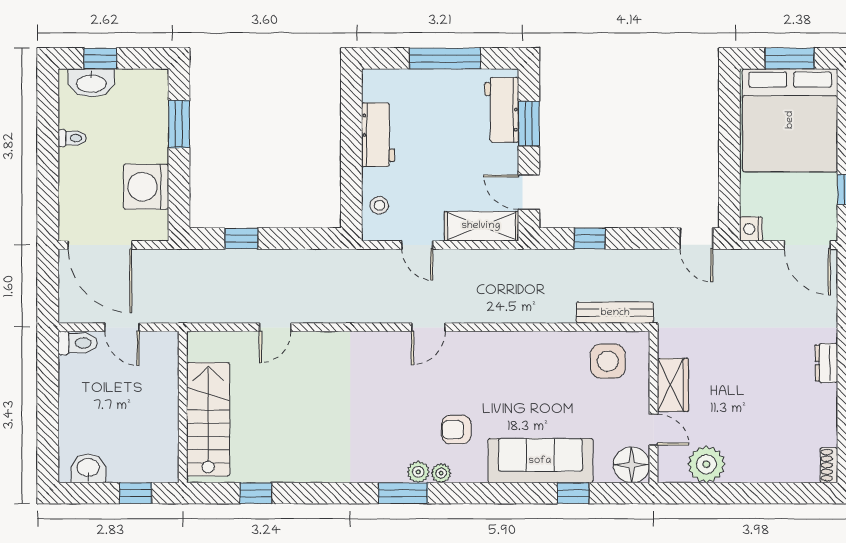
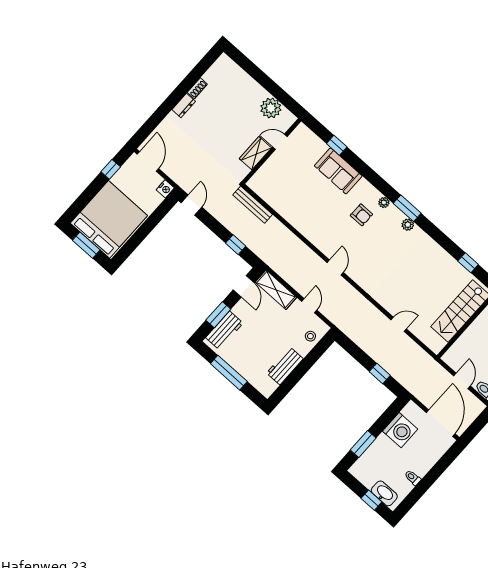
door: (428, 327) -> (335, 268), hinge flipped
side table: (608, 361) -> (273, 187), removed
door: (654, 430) -> (280, 142), hinge flipped
sofa: (540, 461) -> (338, 171), width x0.73
floor lamp: (632, 465) -> (302, 135), removed
shoe rack: (829, 465) -> (197, 88), moved
plant: (418, 472) -> (408, 225), moved

